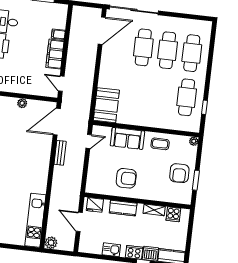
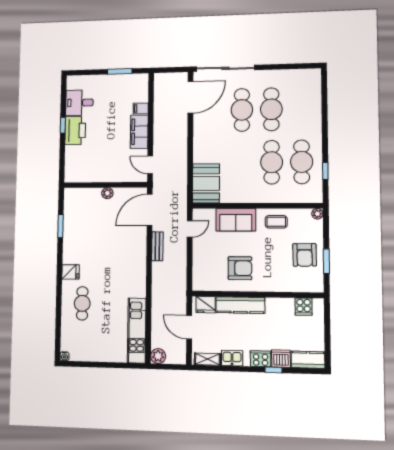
cafe table: (192, 53) -> (272, 162), moved
kitchen counter: (123, 208) -> (240, 305), width x1.50
shelving: (154, 210) -> (207, 359), moved

